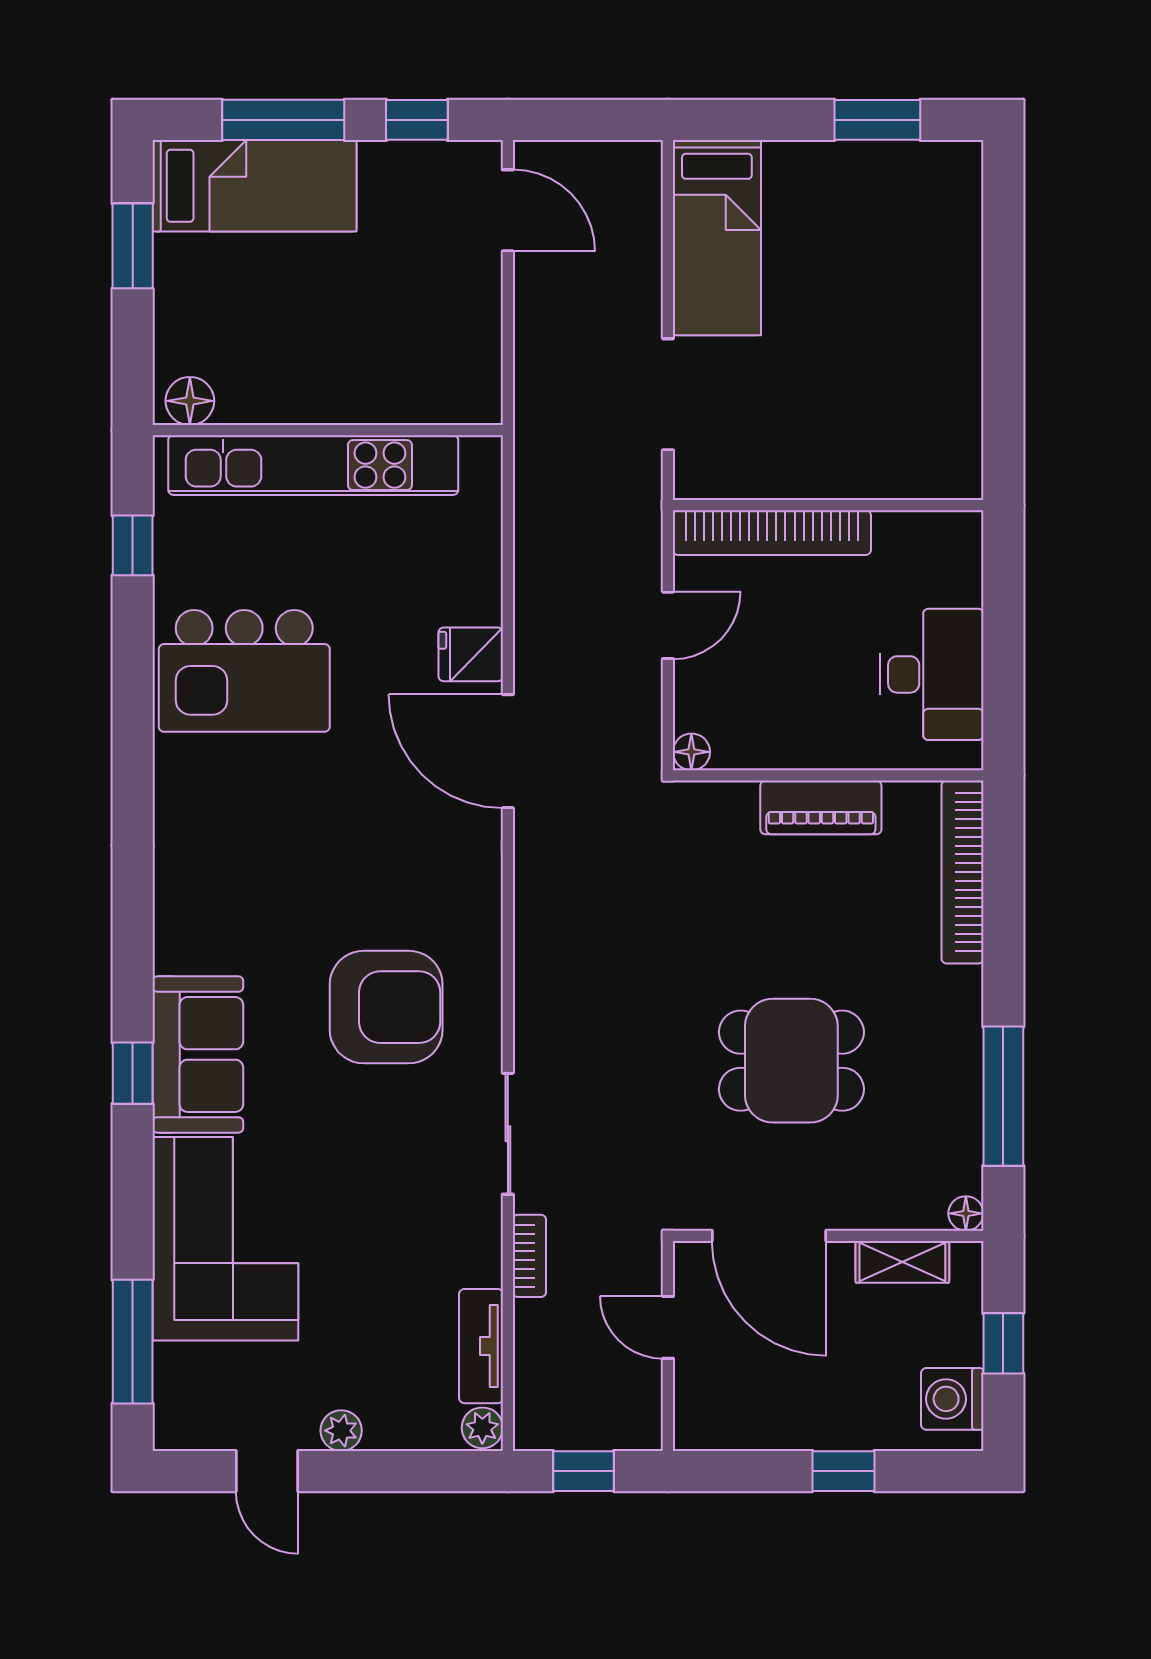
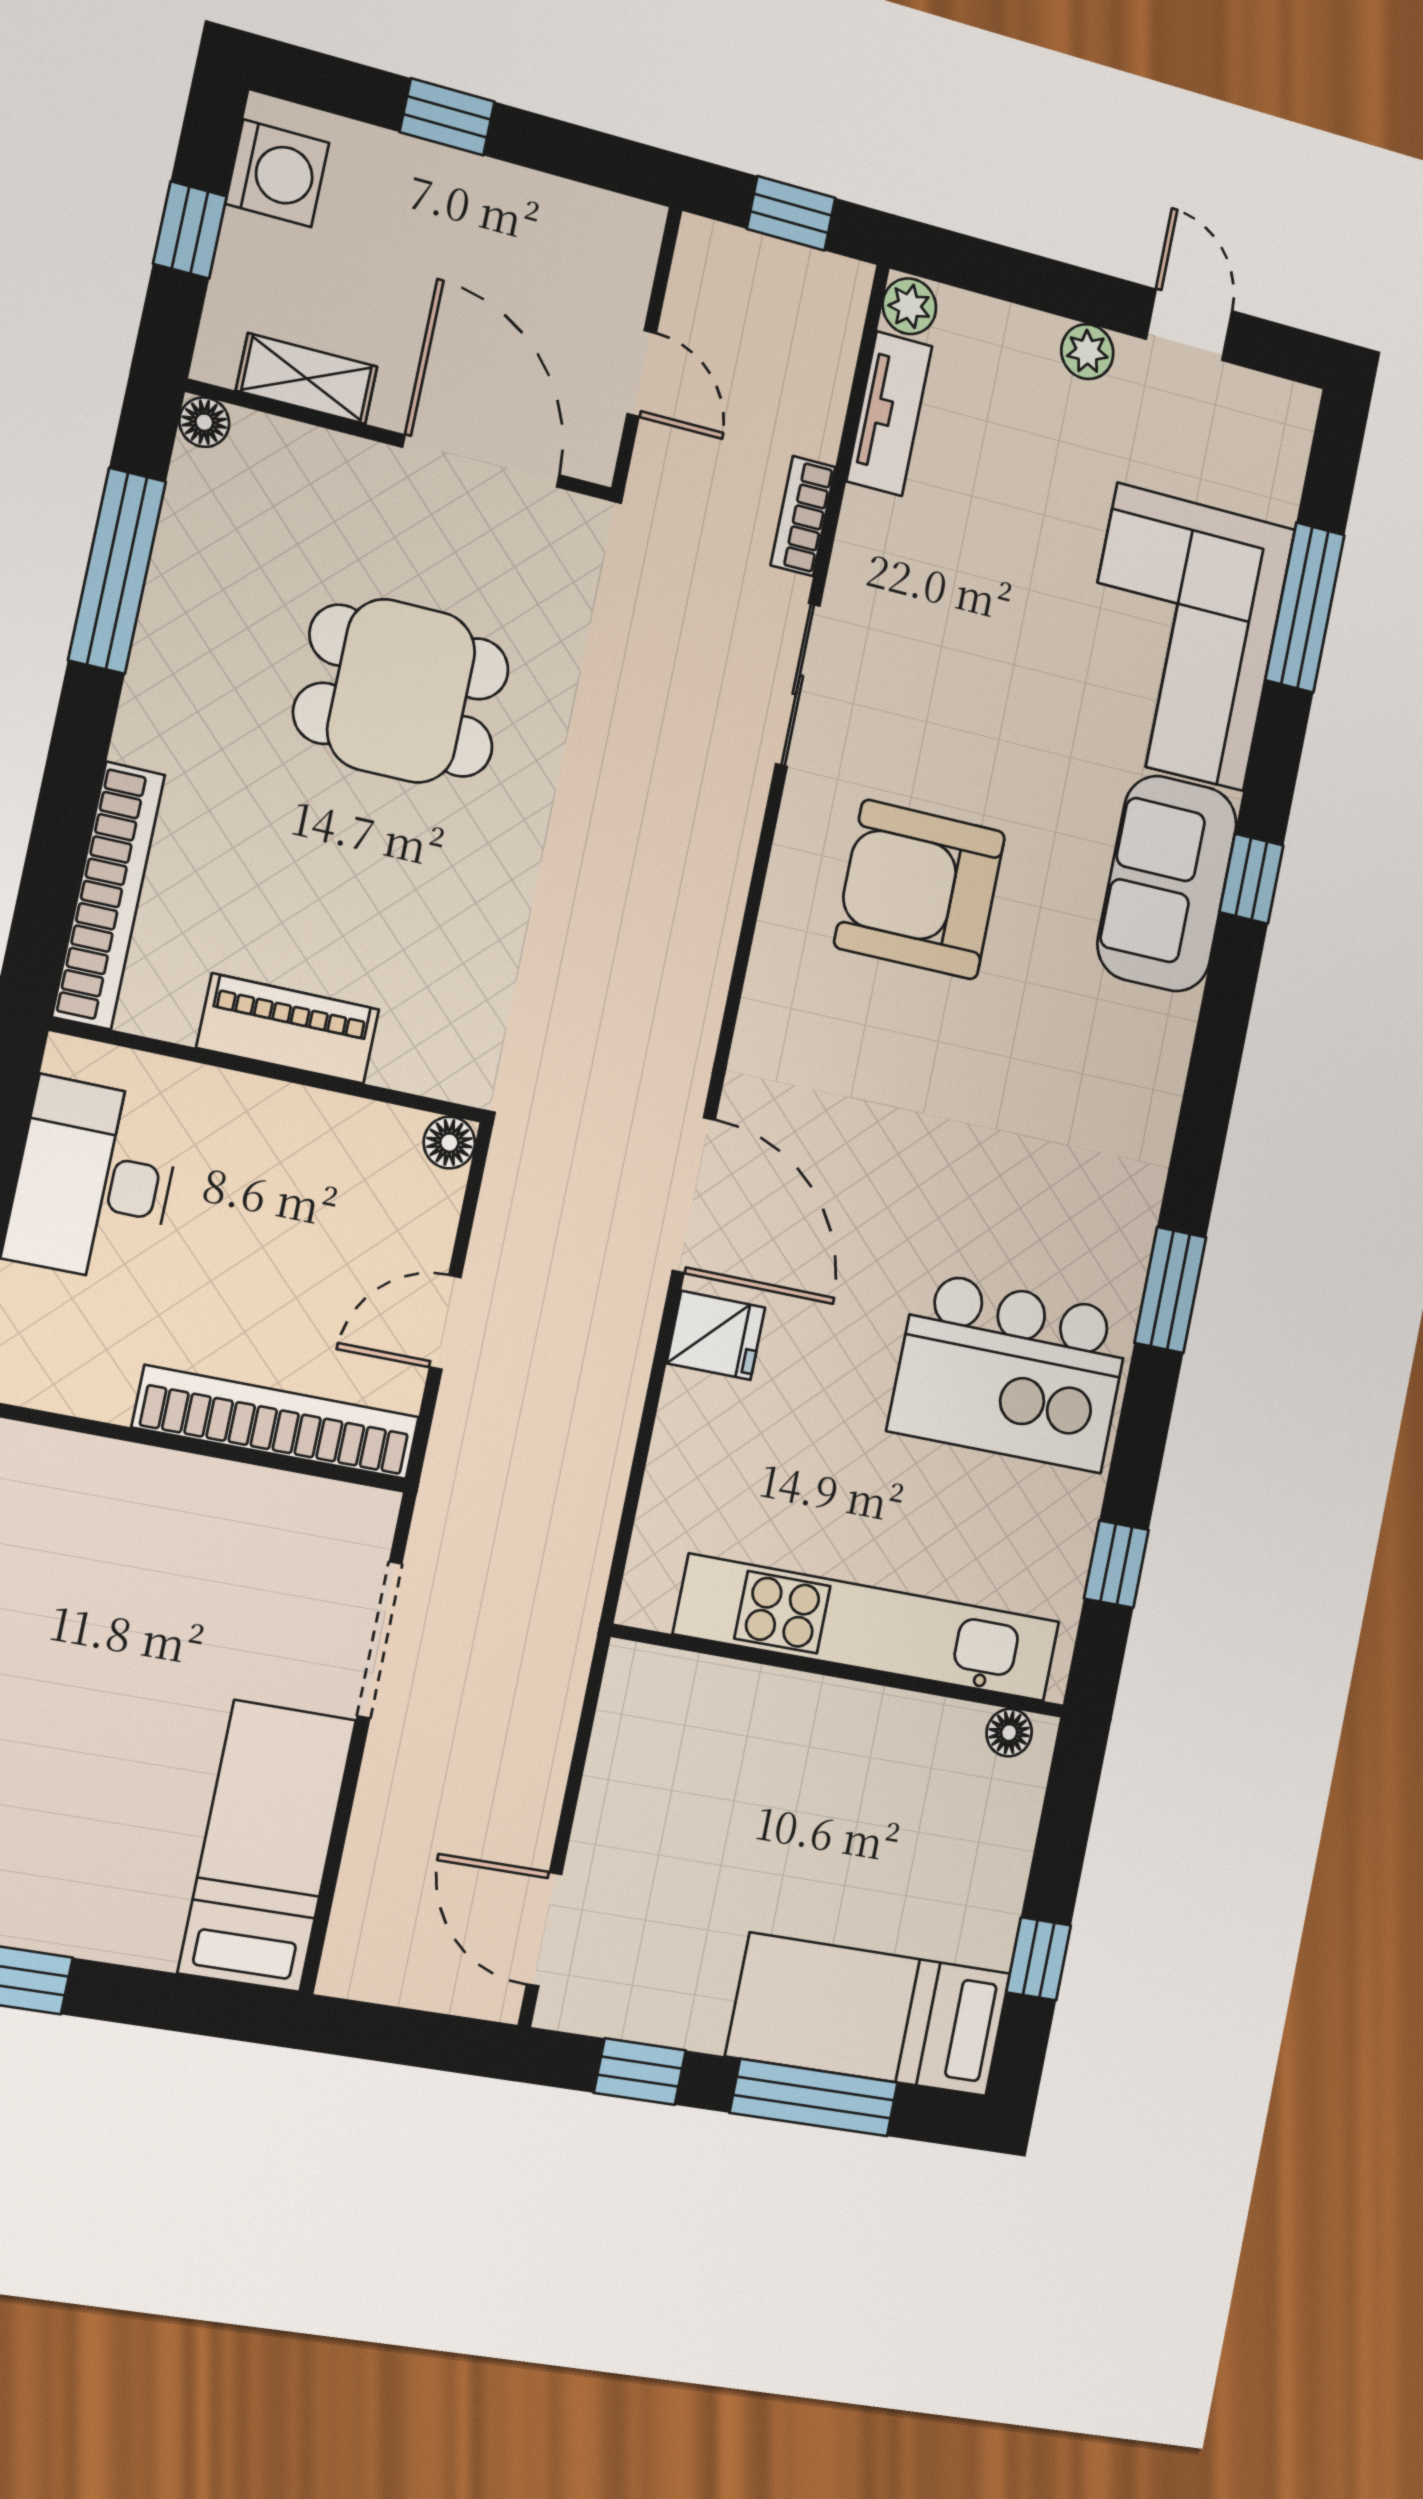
window: (133, 246) -> (1039, 1959), width x0.67
floor lamp: (190, 401) -> (1009, 1733), width x0.73, depth x0.73
kitchen island: (244, 671) -> (1010, 1372), turned 180
window: (133, 755) -> (1170, 1290), added
window: (133, 1342) -> (1305, 607), moved

